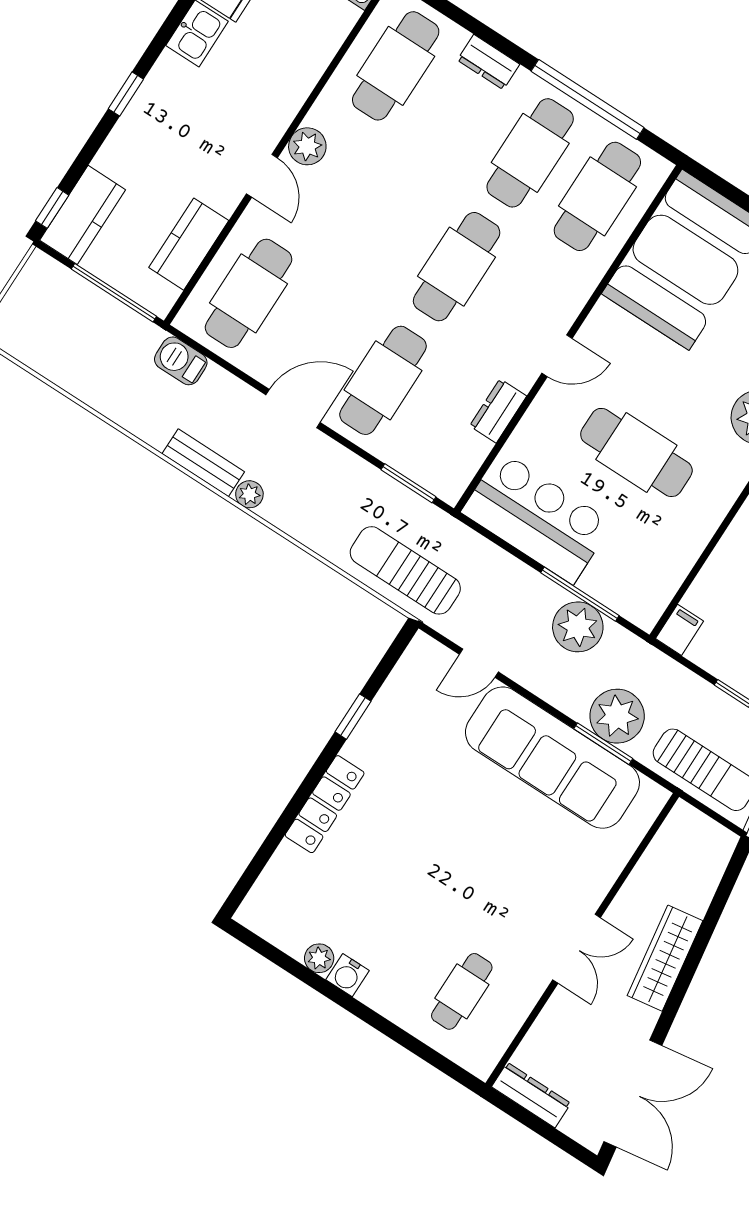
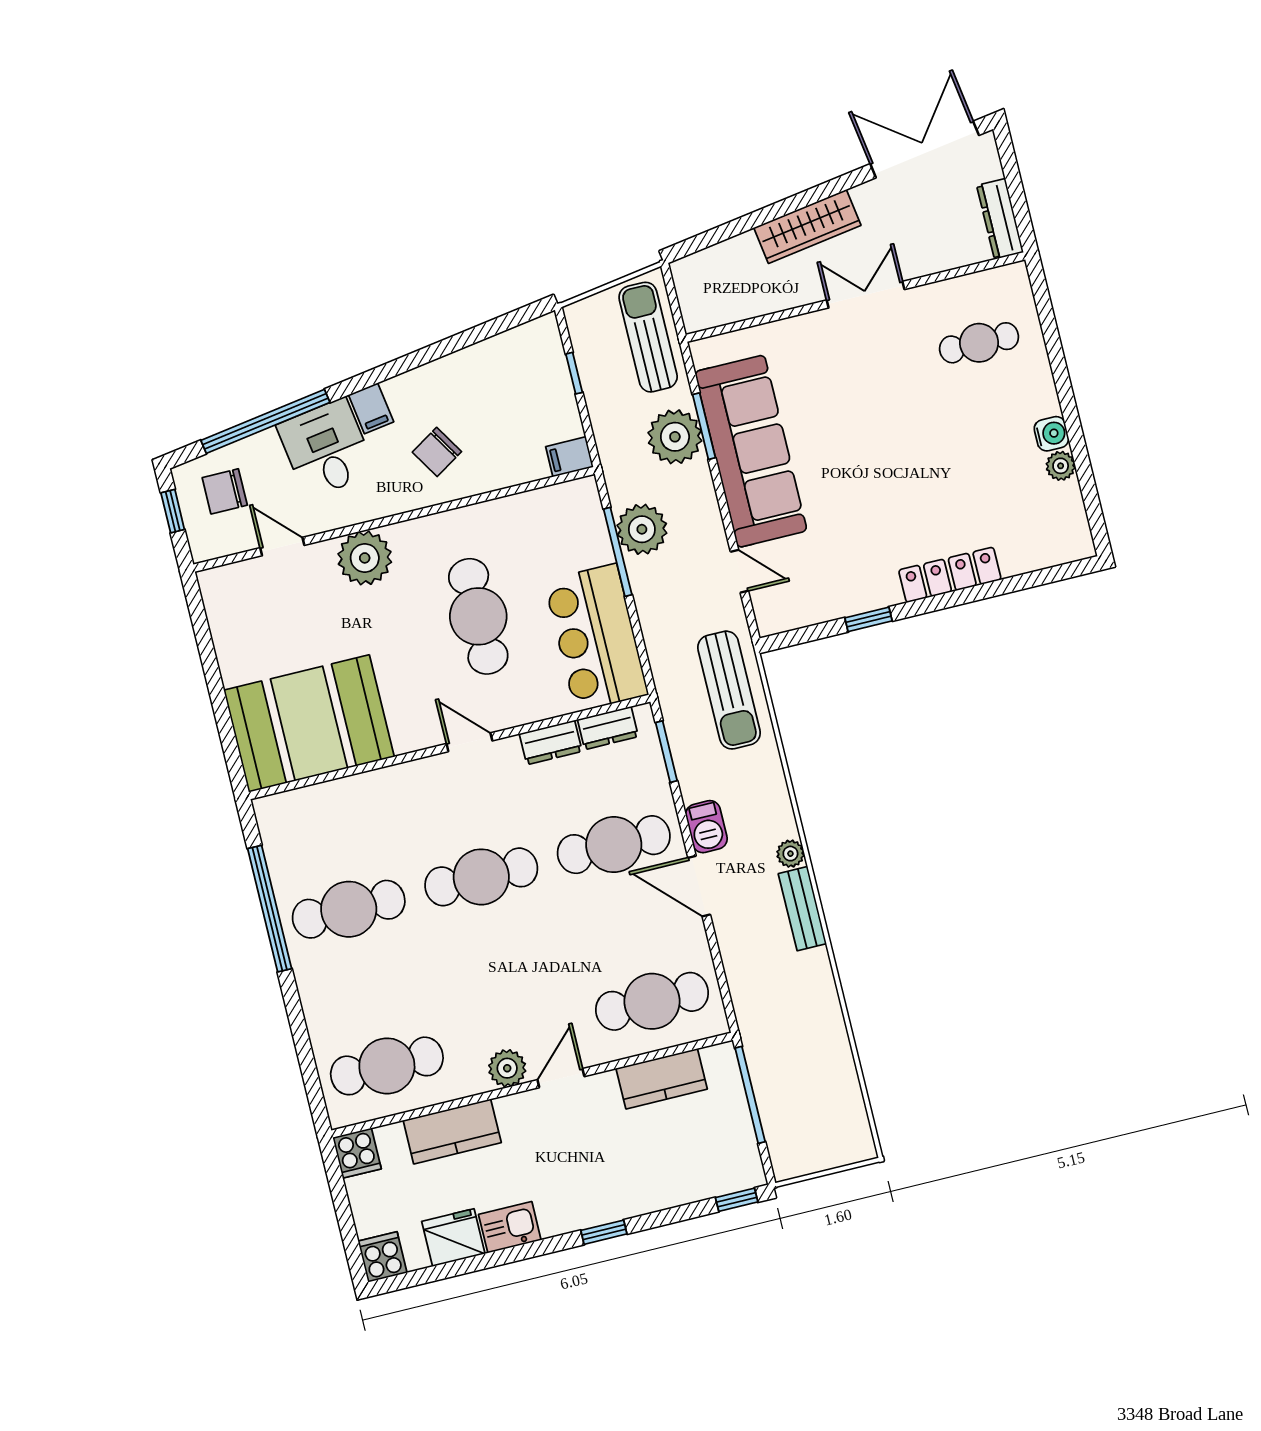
dresser: (488, 62) -> (608, 728), moved, turned 90
cafe table: (597, 196) -> (330, 831), removed
kitchen counter: (83, 215) -> (452, 1131), moved, turned 180
barbecue: (181, 361) -> (706, 827), moved

